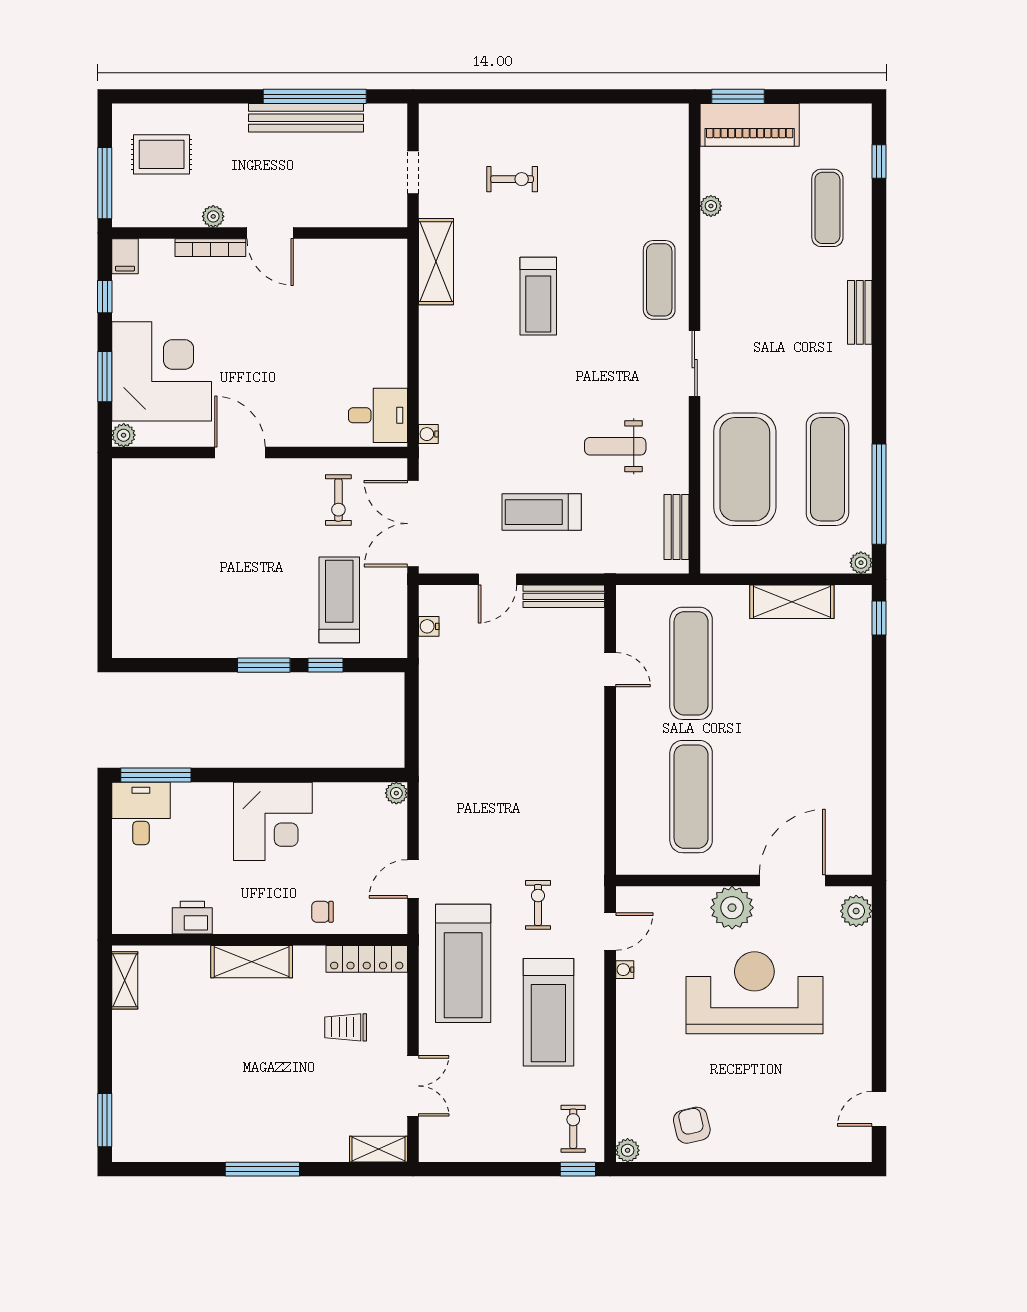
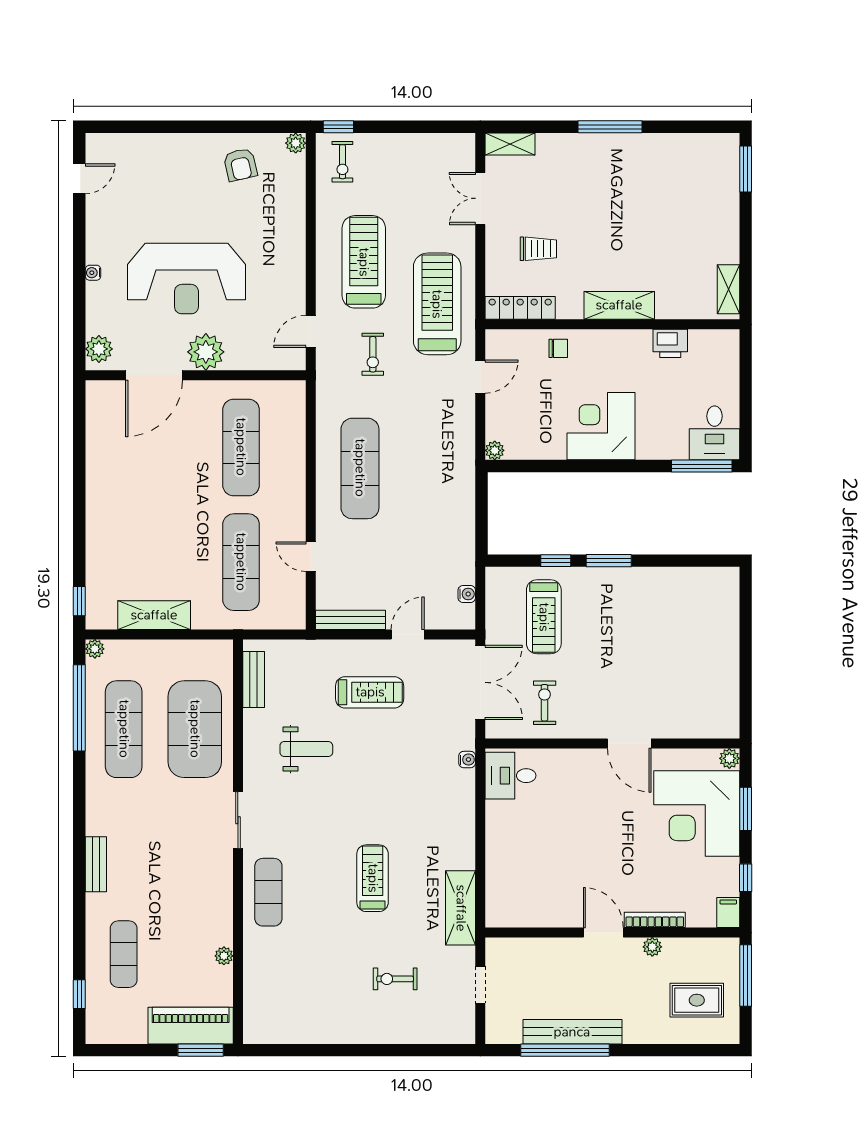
exercise mat: (553, 772) -> (360, 468), added
water cooler: (625, 970) -> (93, 273), moved, turned 180

